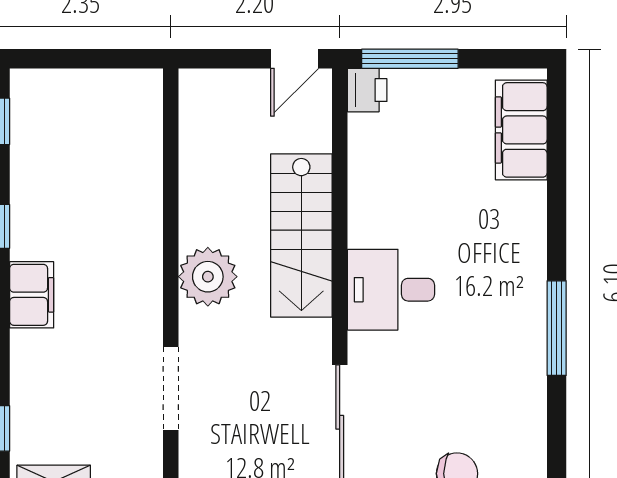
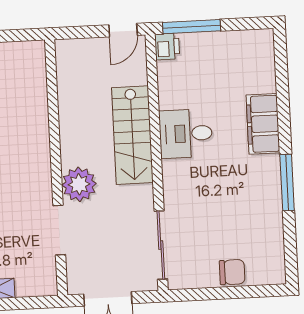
filing cabinet: (521, 130) -> (263, 124), moved
plant: (208, 277) -> (79, 184), moved
desk: (391, 290) -> (186, 134), moved

